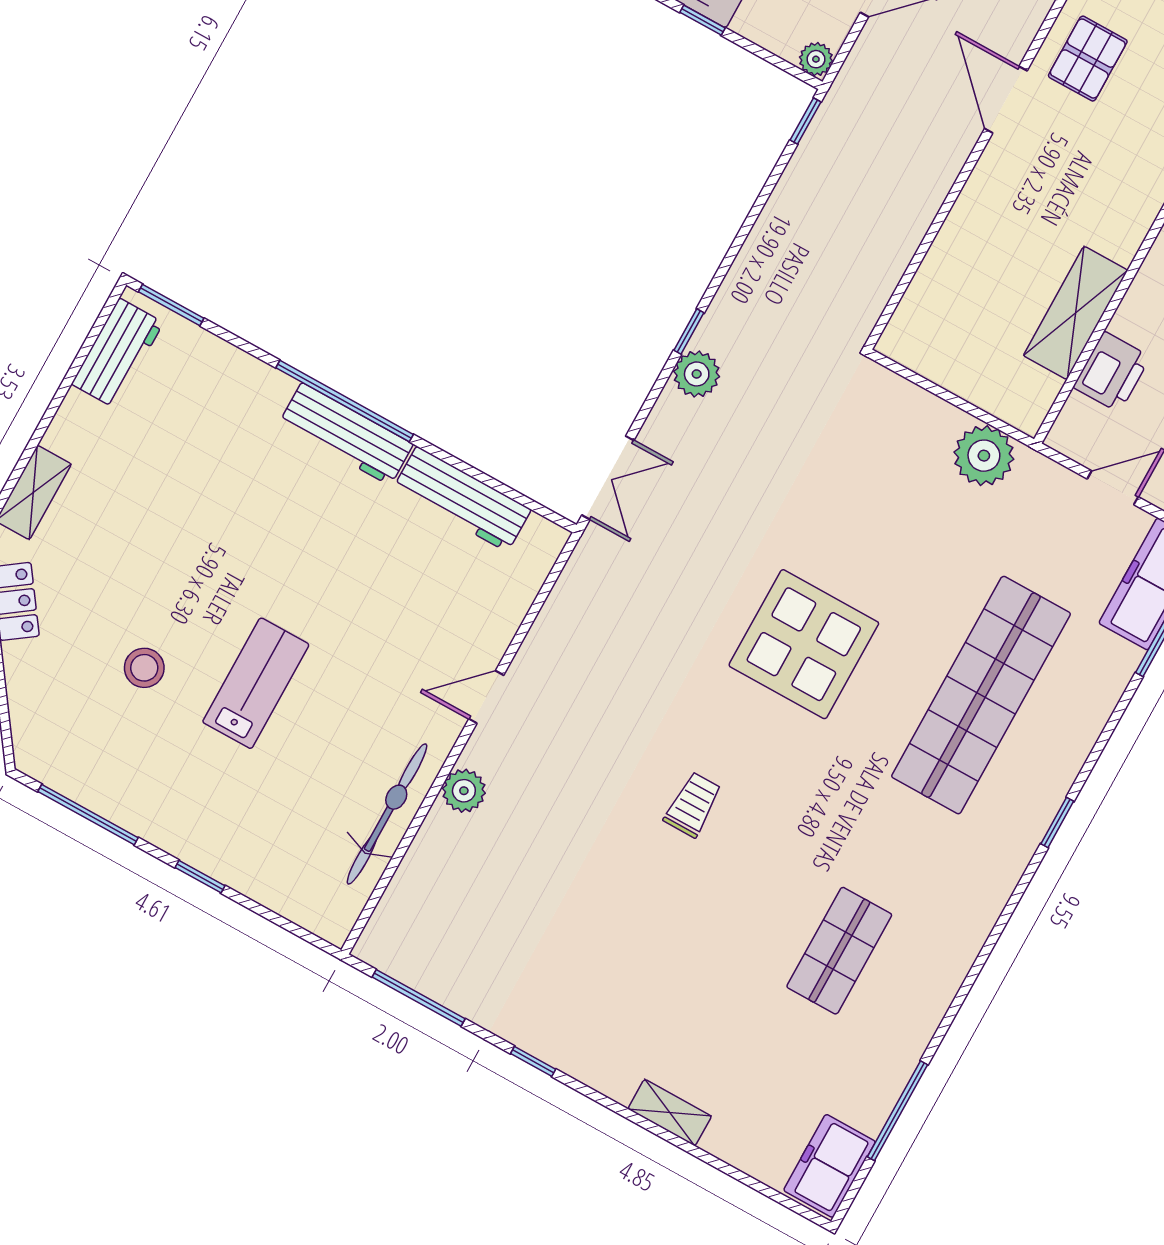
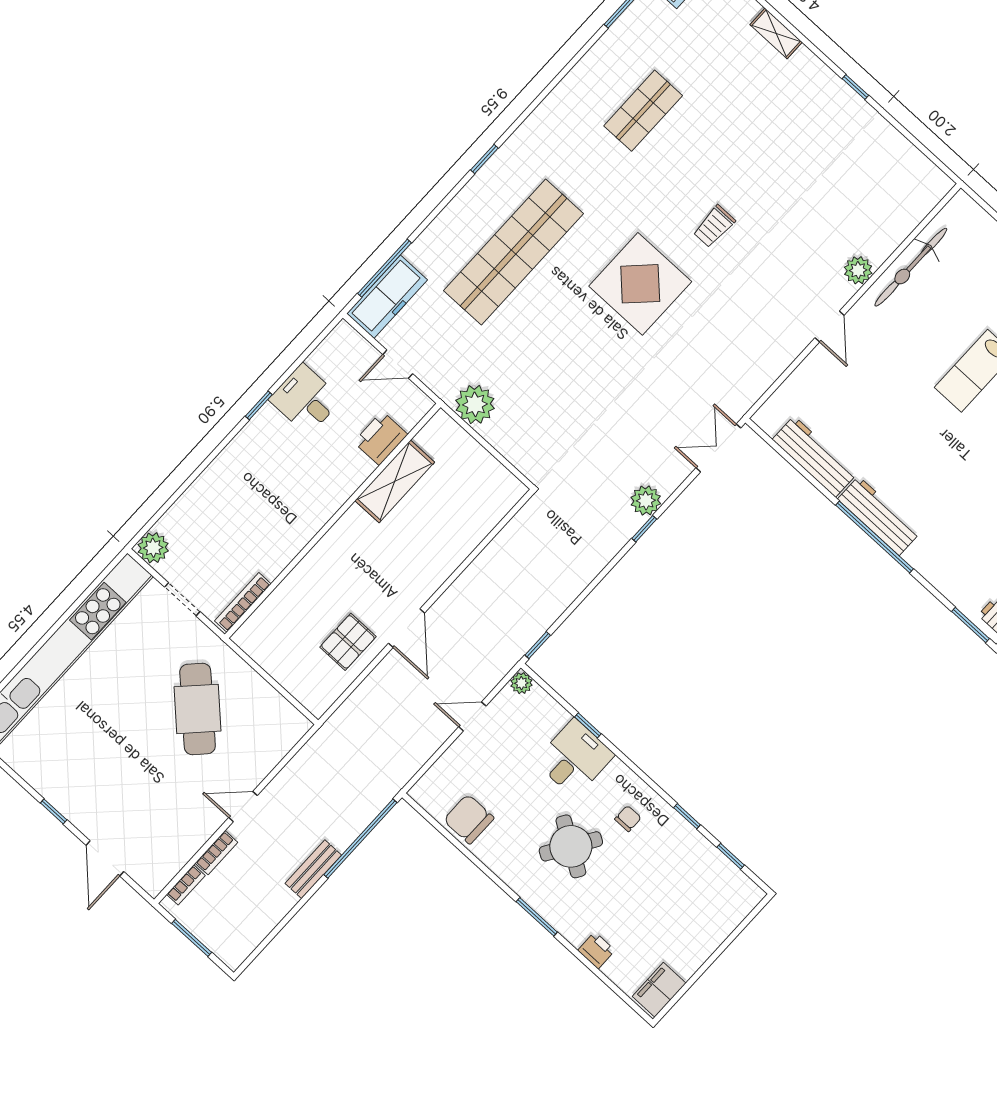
display table: (804, 644) -> (640, 284), moved
door: (486, 697) -> (830, 327), hinge flipped
window: (419, 998) -> (919, 145), removed

